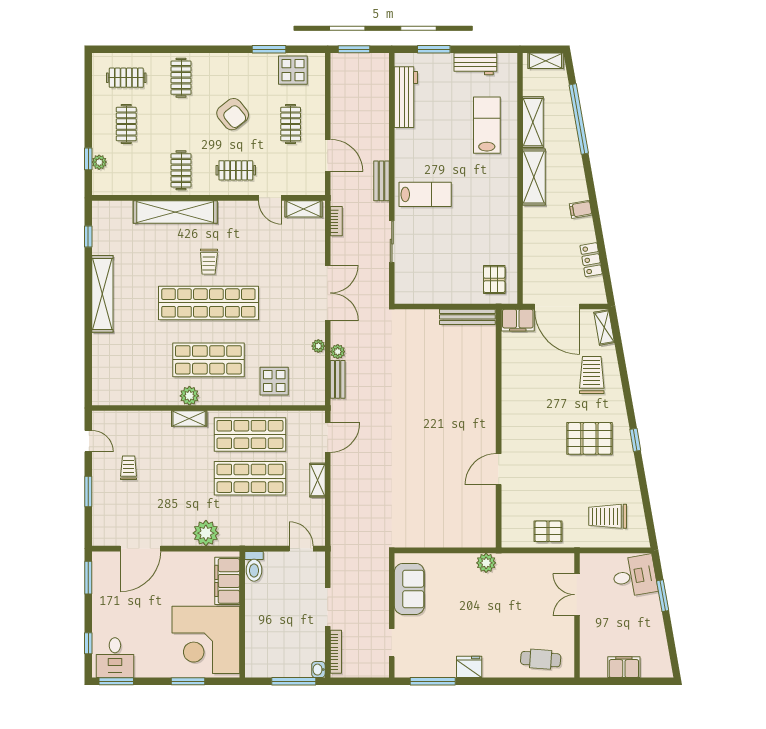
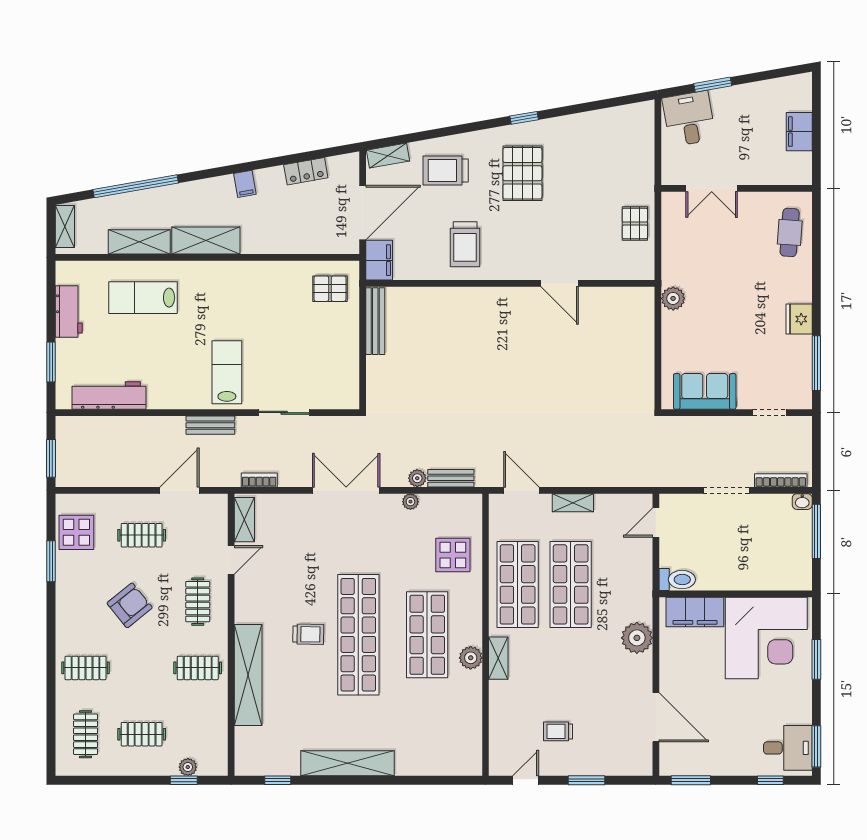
trolley: (608, 516) -> (465, 244), moved

